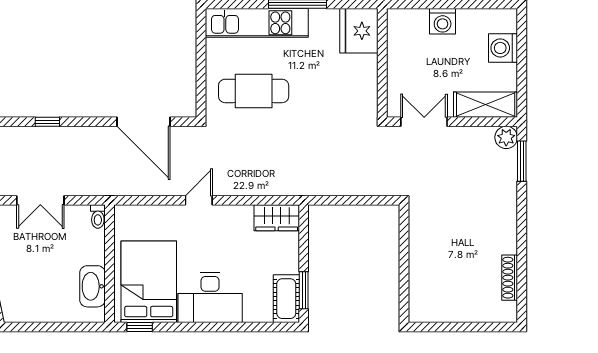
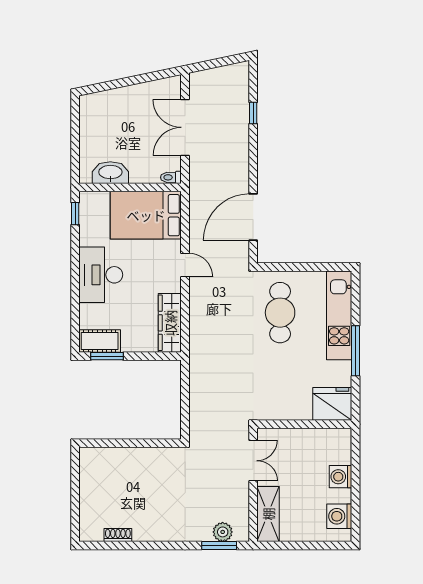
washing machine: (503, 48) -> (339, 516), moved, turned -90
window: (47, 122) -> (253, 113), moved
plant: (506, 137) -> (223, 532), moved
double door: (40, 200) -> (185, 127), width x1.37
wardrobe: (277, 218) -> (170, 323), width x1.50
shoe rack: (510, 278) -> (118, 535), width x0.70
bed: (149, 282) -> (146, 215), moved, turned 180

